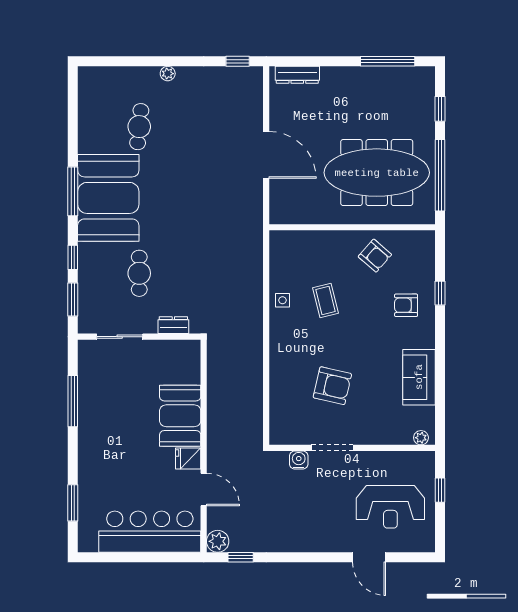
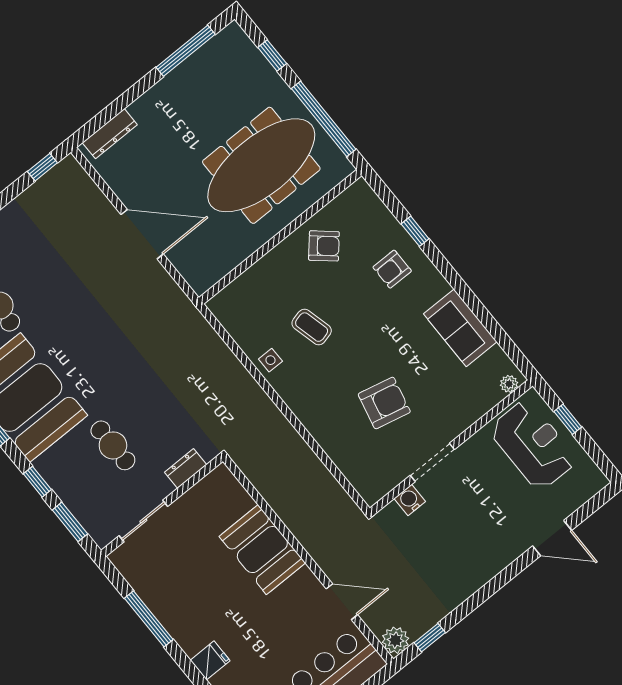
fridge: (188, 459) -> (210, 660), moved, turned 180
reception desk: (390, 507) -> (533, 445), moved, turned -90

